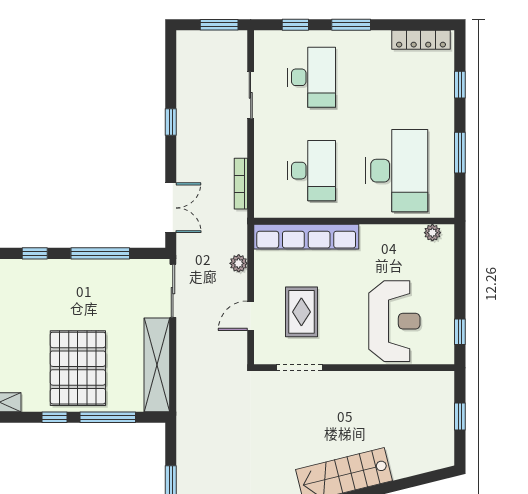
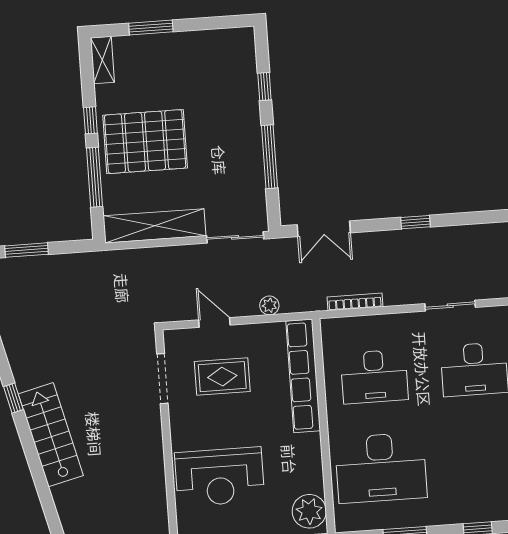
plant: (432, 233) -> (309, 511), width x1.88, depth x1.88

